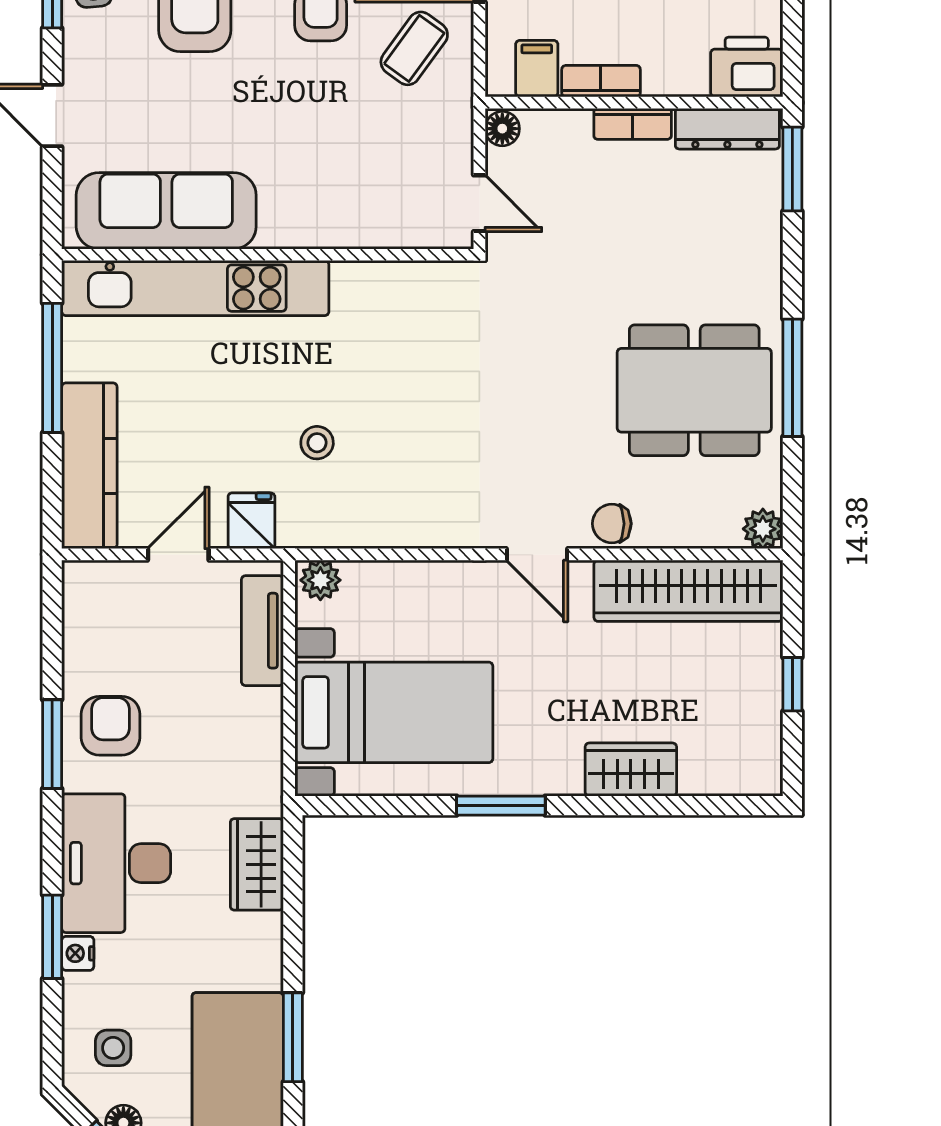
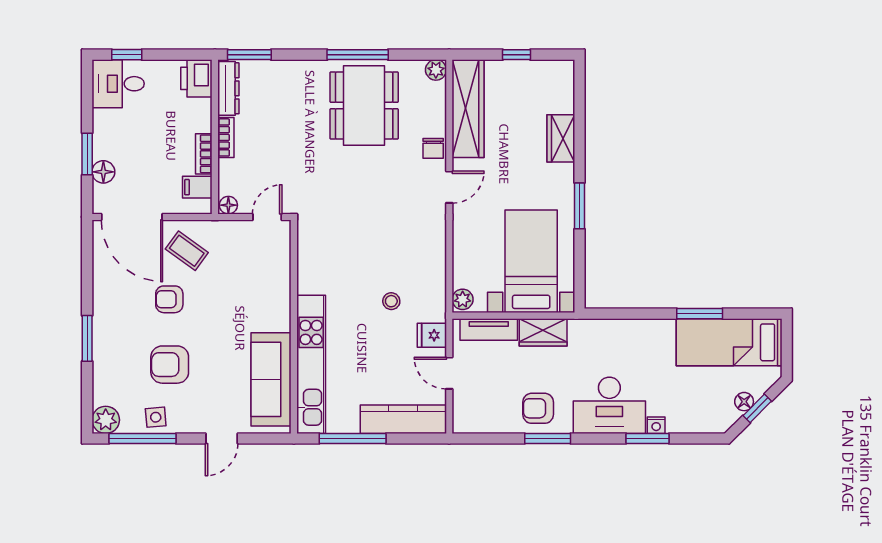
wardrobe: (257, 864) -> (543, 332), moved
side table: (113, 1048) -> (705, 407), removed

